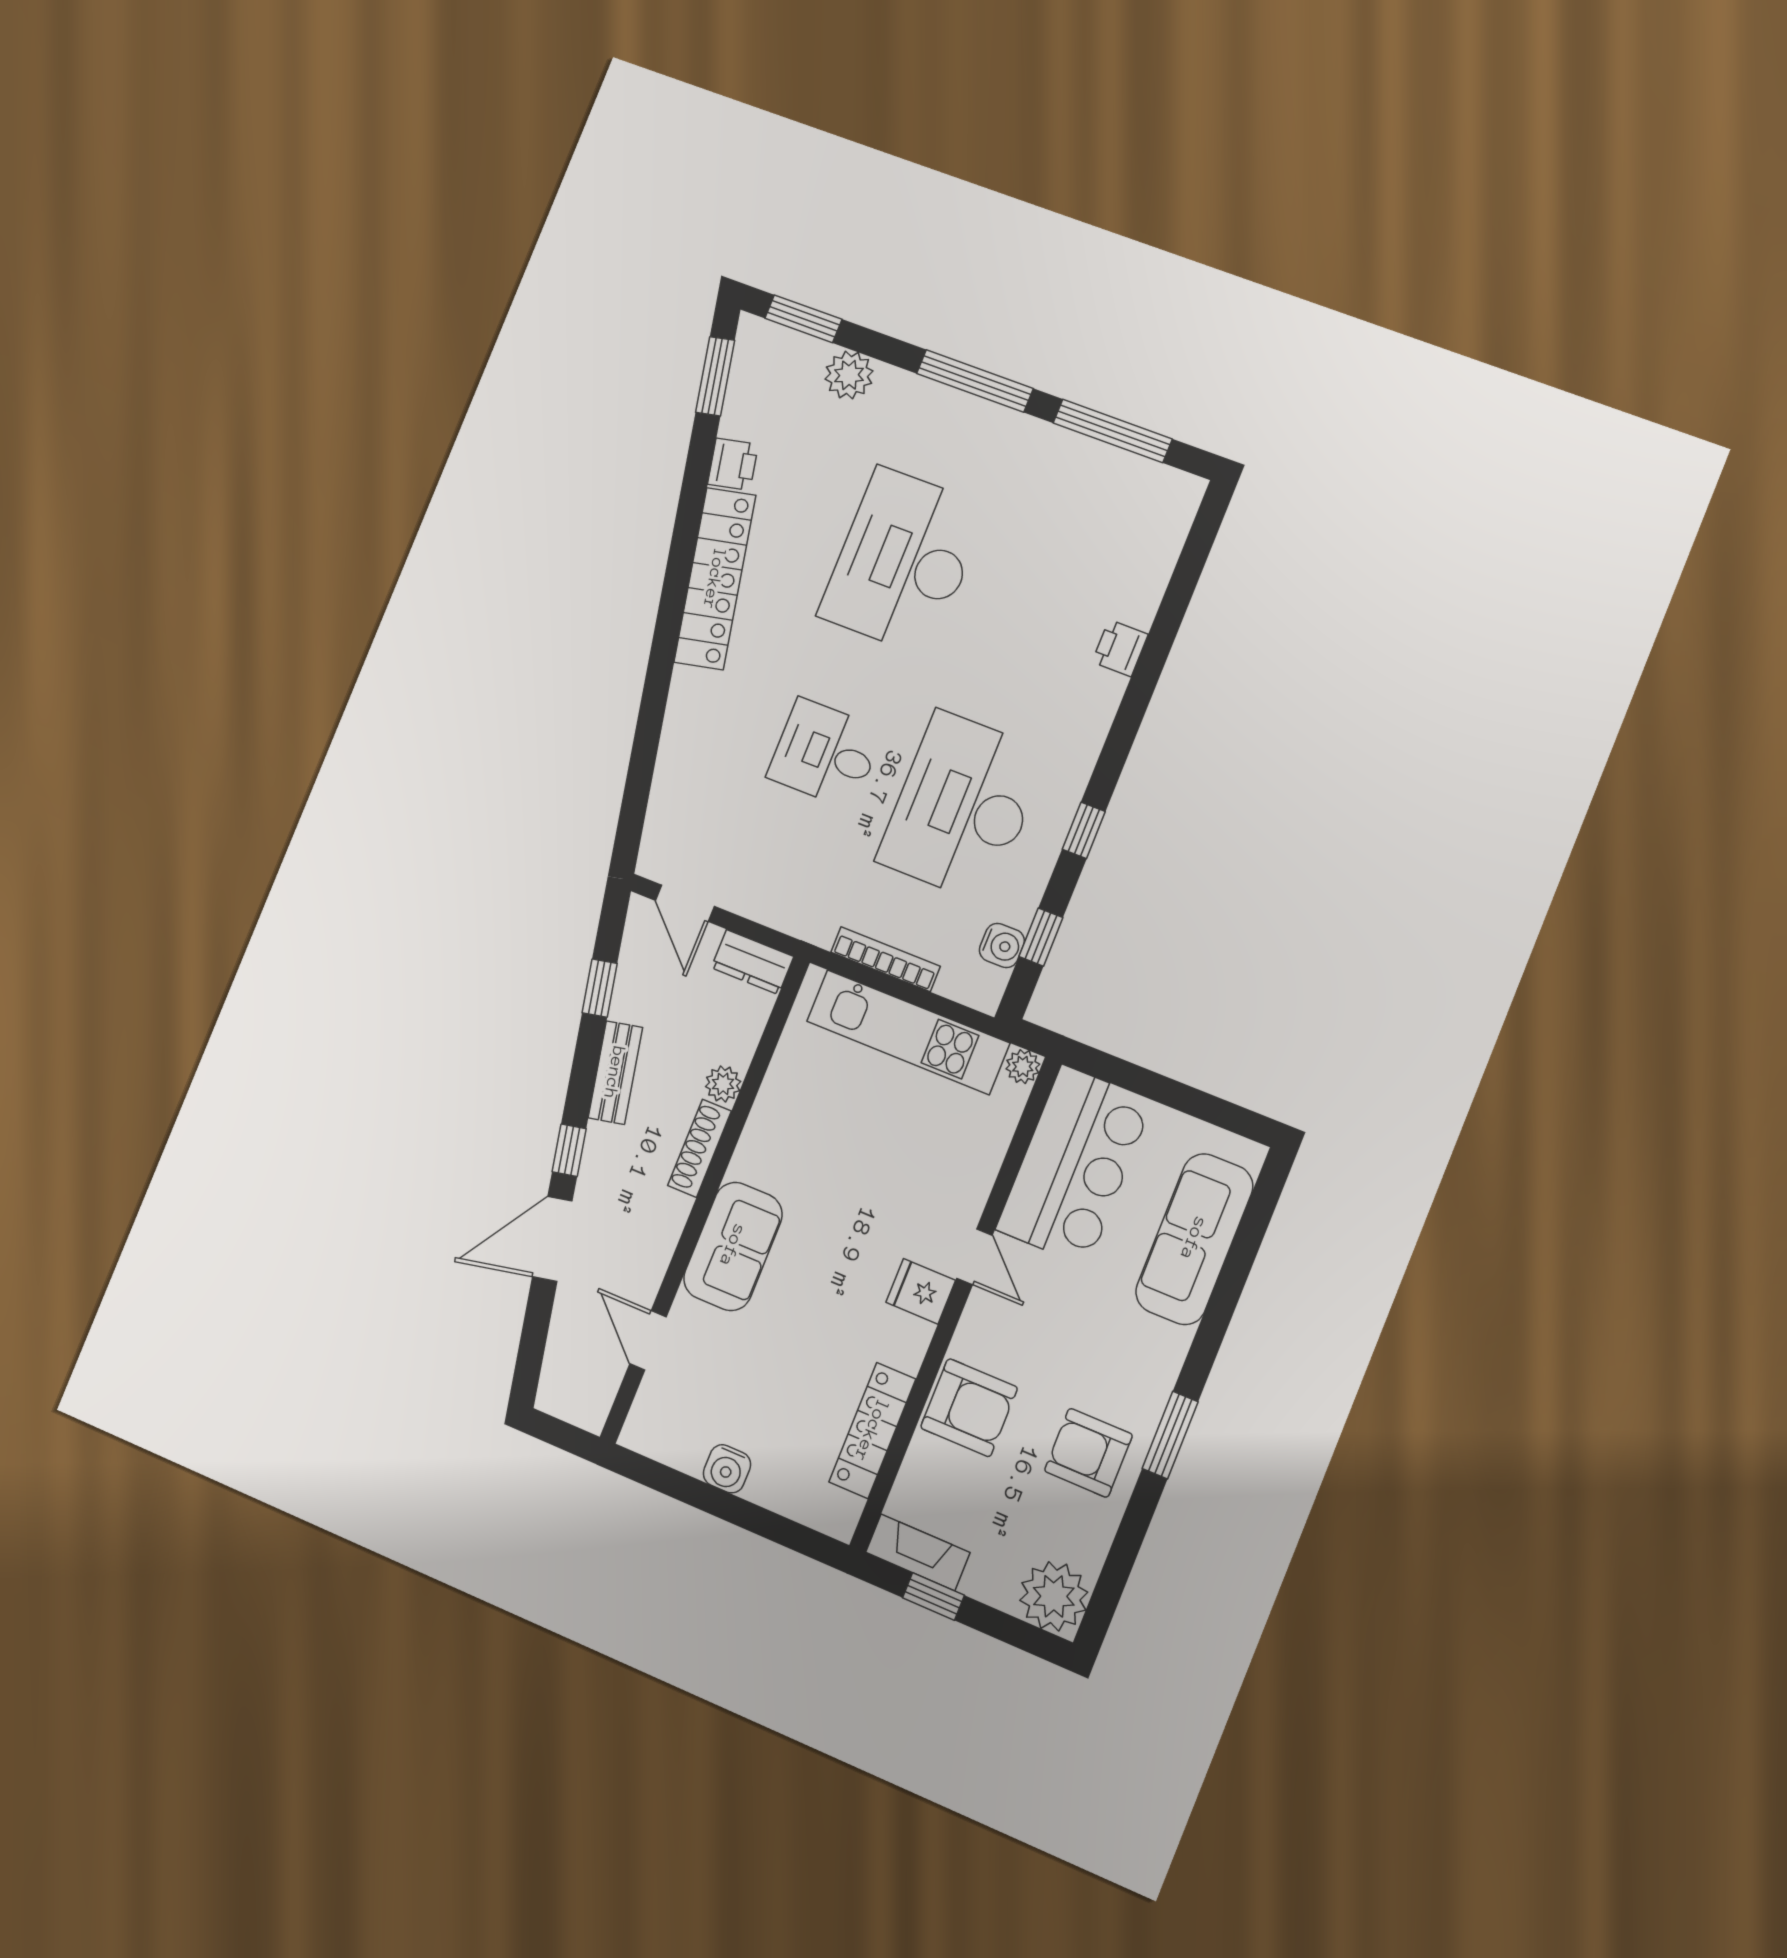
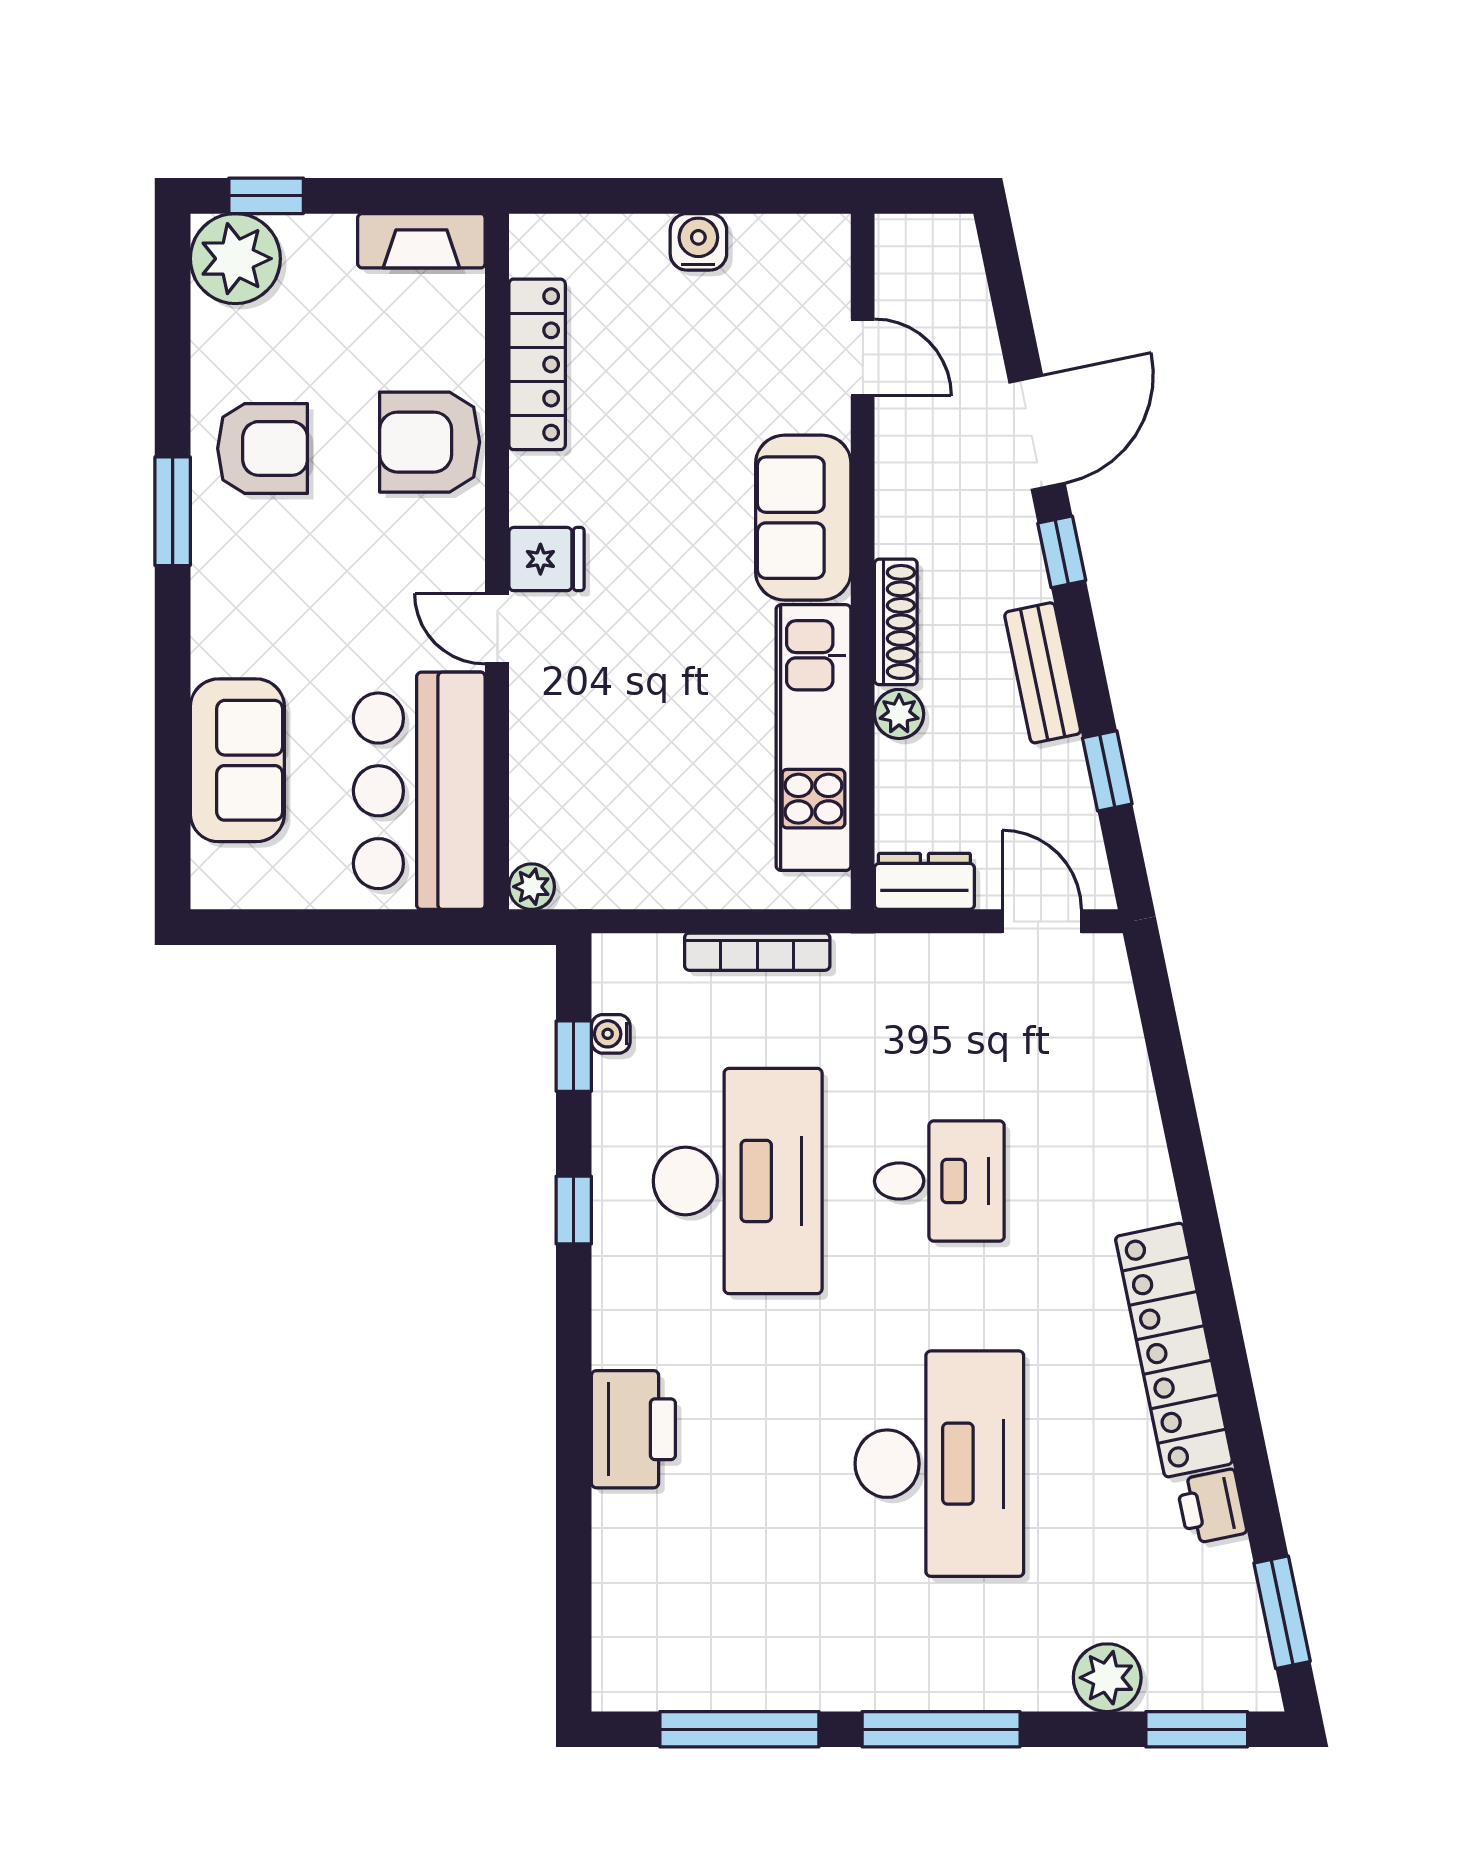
printer: (1120, 648) -> (633, 1429), width x1.87, depth x1.48
water cooler: (1002, 945) -> (611, 1034), width x0.72, depth x0.72
kitchen unit: (908, 1032) -> (813, 738), moved, turned -90
sofa: (1194, 1239) -> (237, 760), width x0.73
window: (933, 1597) -> (266, 196), moved

